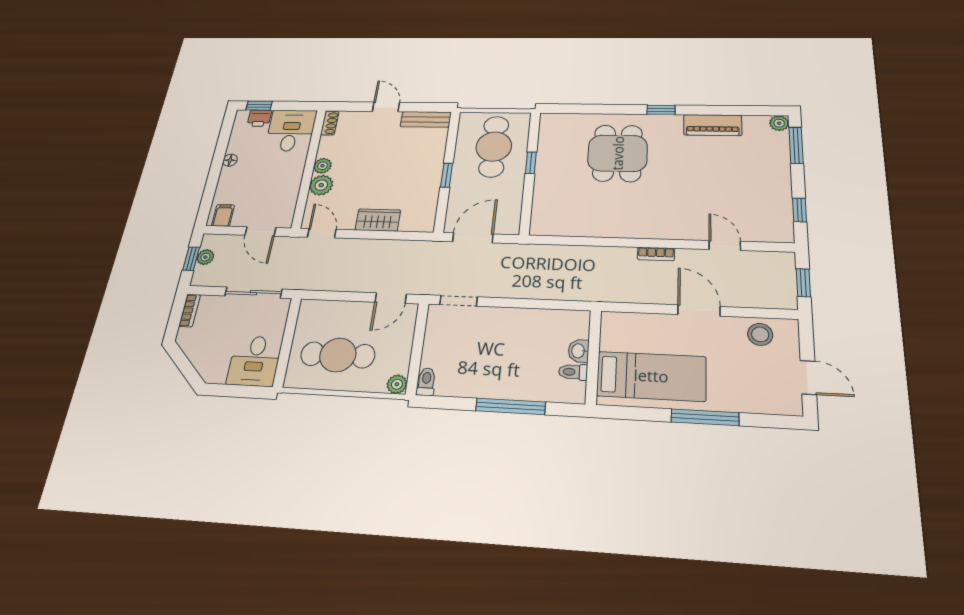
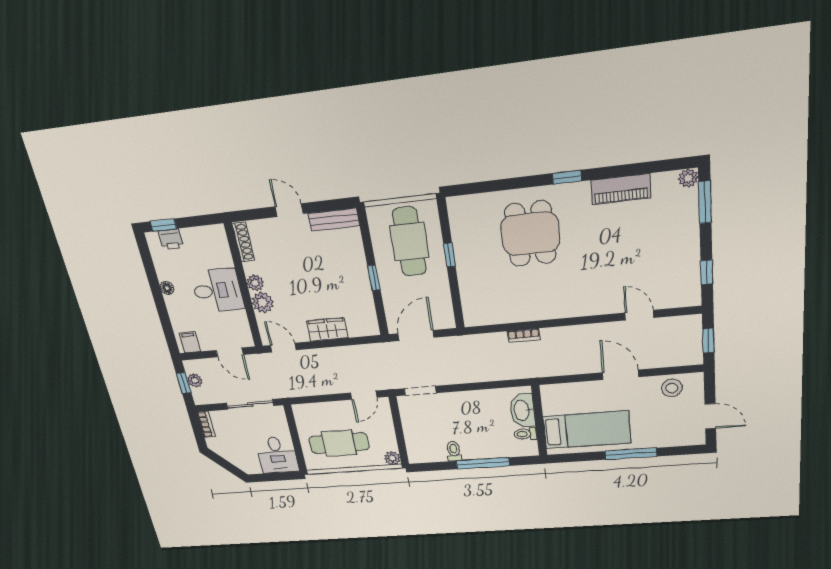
shoe rack: (330, 123) -> (243, 242), width x1.43
desk: (291, 130) -> (217, 290), moved, turned 90
bookcase: (656, 254) -> (524, 335), moved
washbasin: (579, 351) -> (522, 410), width x1.91, depth x1.45
toilet: (426, 382) -> (454, 451), moved

